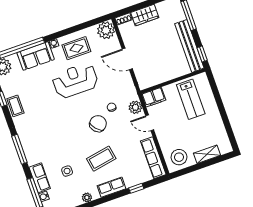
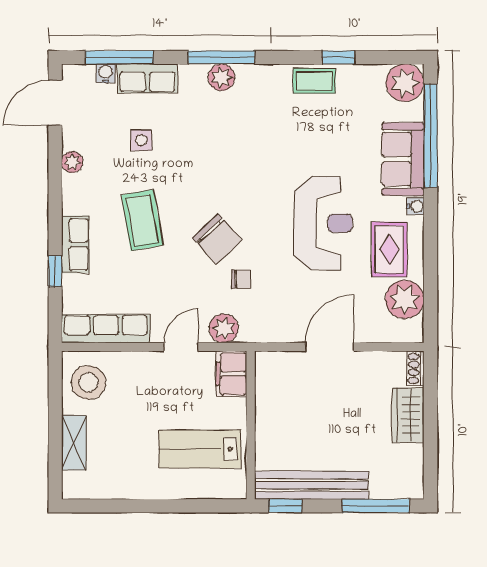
plant: (106, 30) -> (405, 299), moved
plant: (28, 146) -> (221, 77), added
row of seats: (111, 187) -> (75, 244), moved

